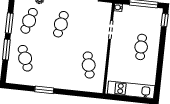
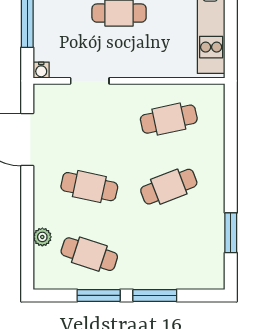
cafe table: (25, 58) -> (169, 187), moved
window: (44, 90) -> (231, 233), moved

